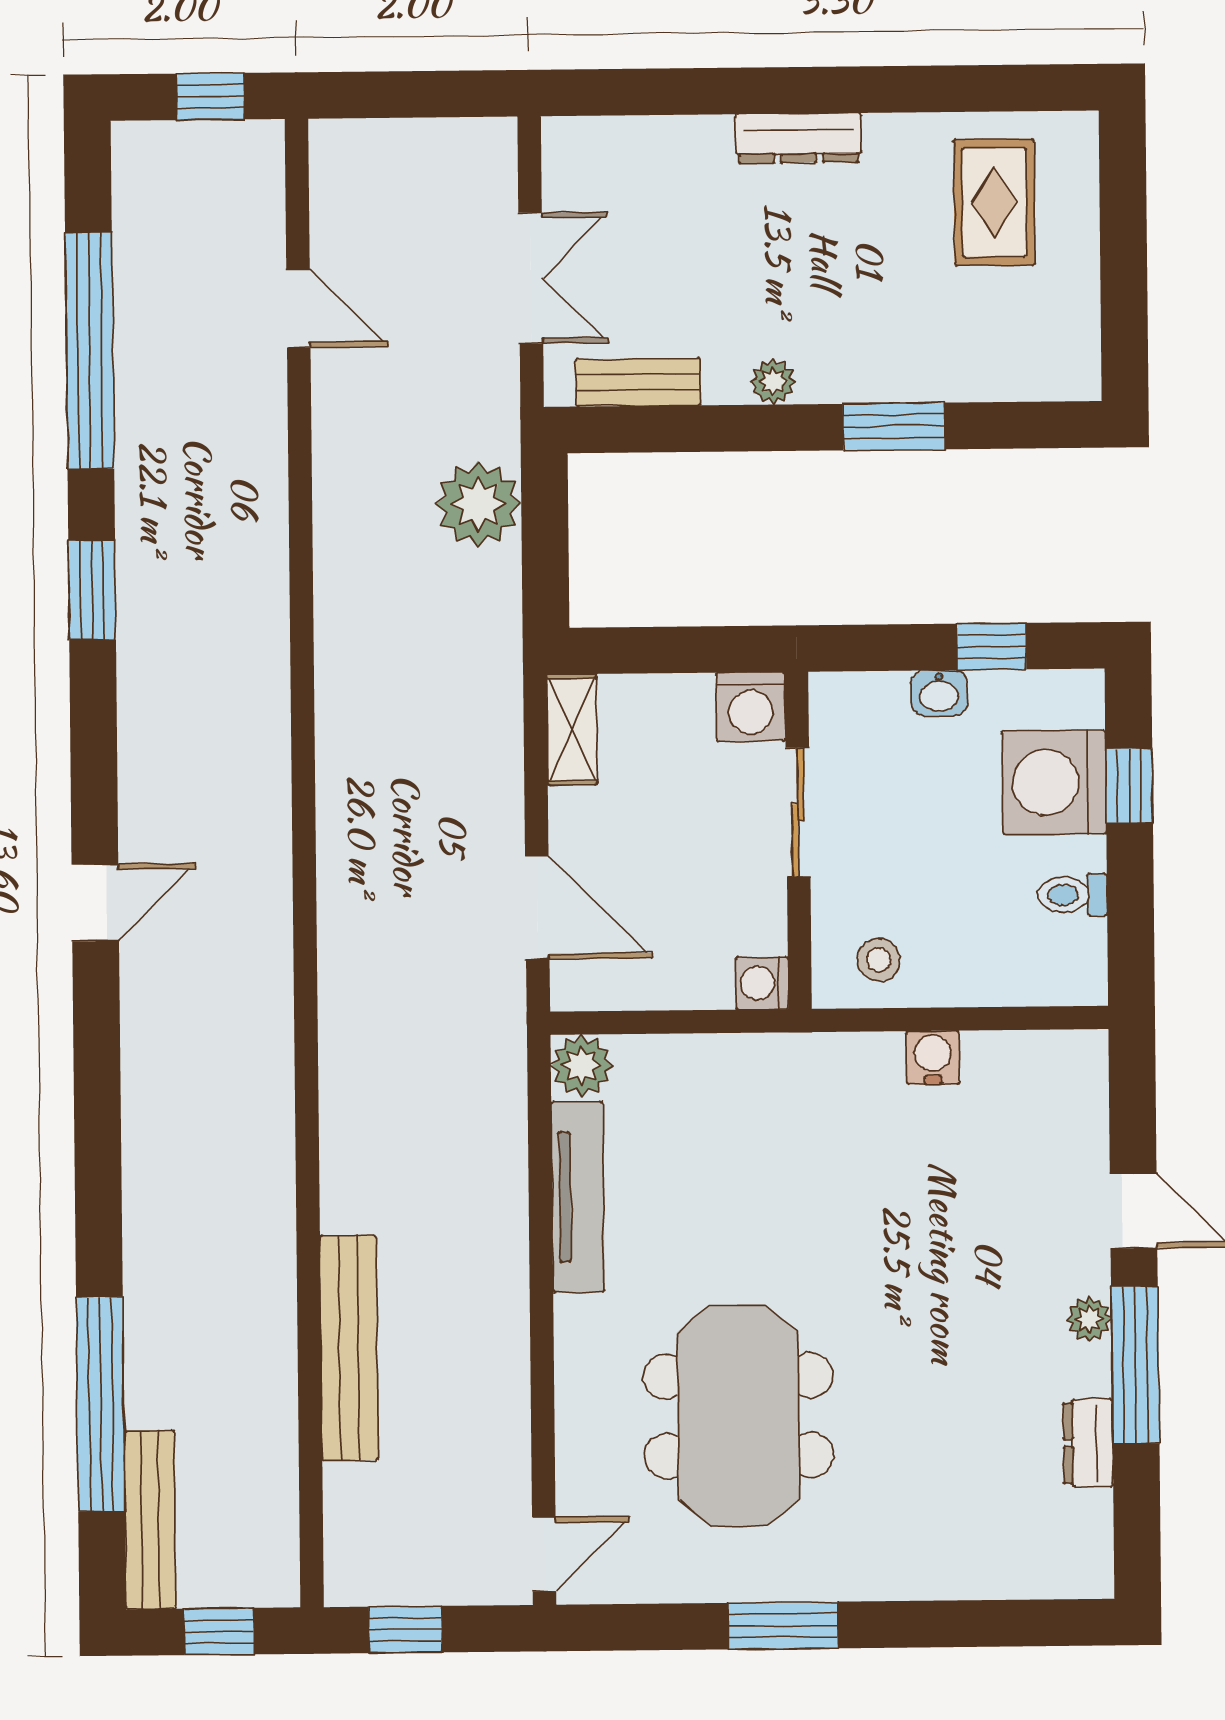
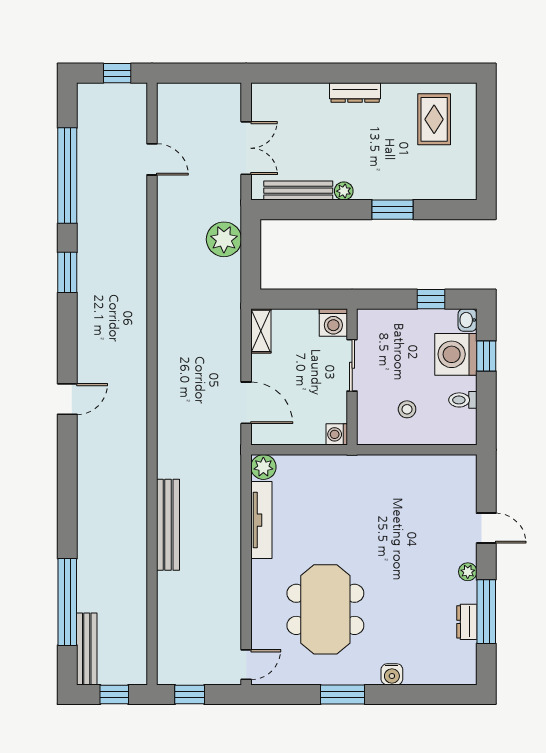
bench: (638, 382) -> (298, 191), width x1.36
washbasin: (939, 693) -> (467, 320), moved, turned 90
stool: (879, 960) -> (407, 409), moved
water cooler: (933, 1058) -> (392, 674), moved, turned 180
bench: (349, 1348) -> (168, 525), moved
window: (1135, 1365) -> (486, 612), moved

